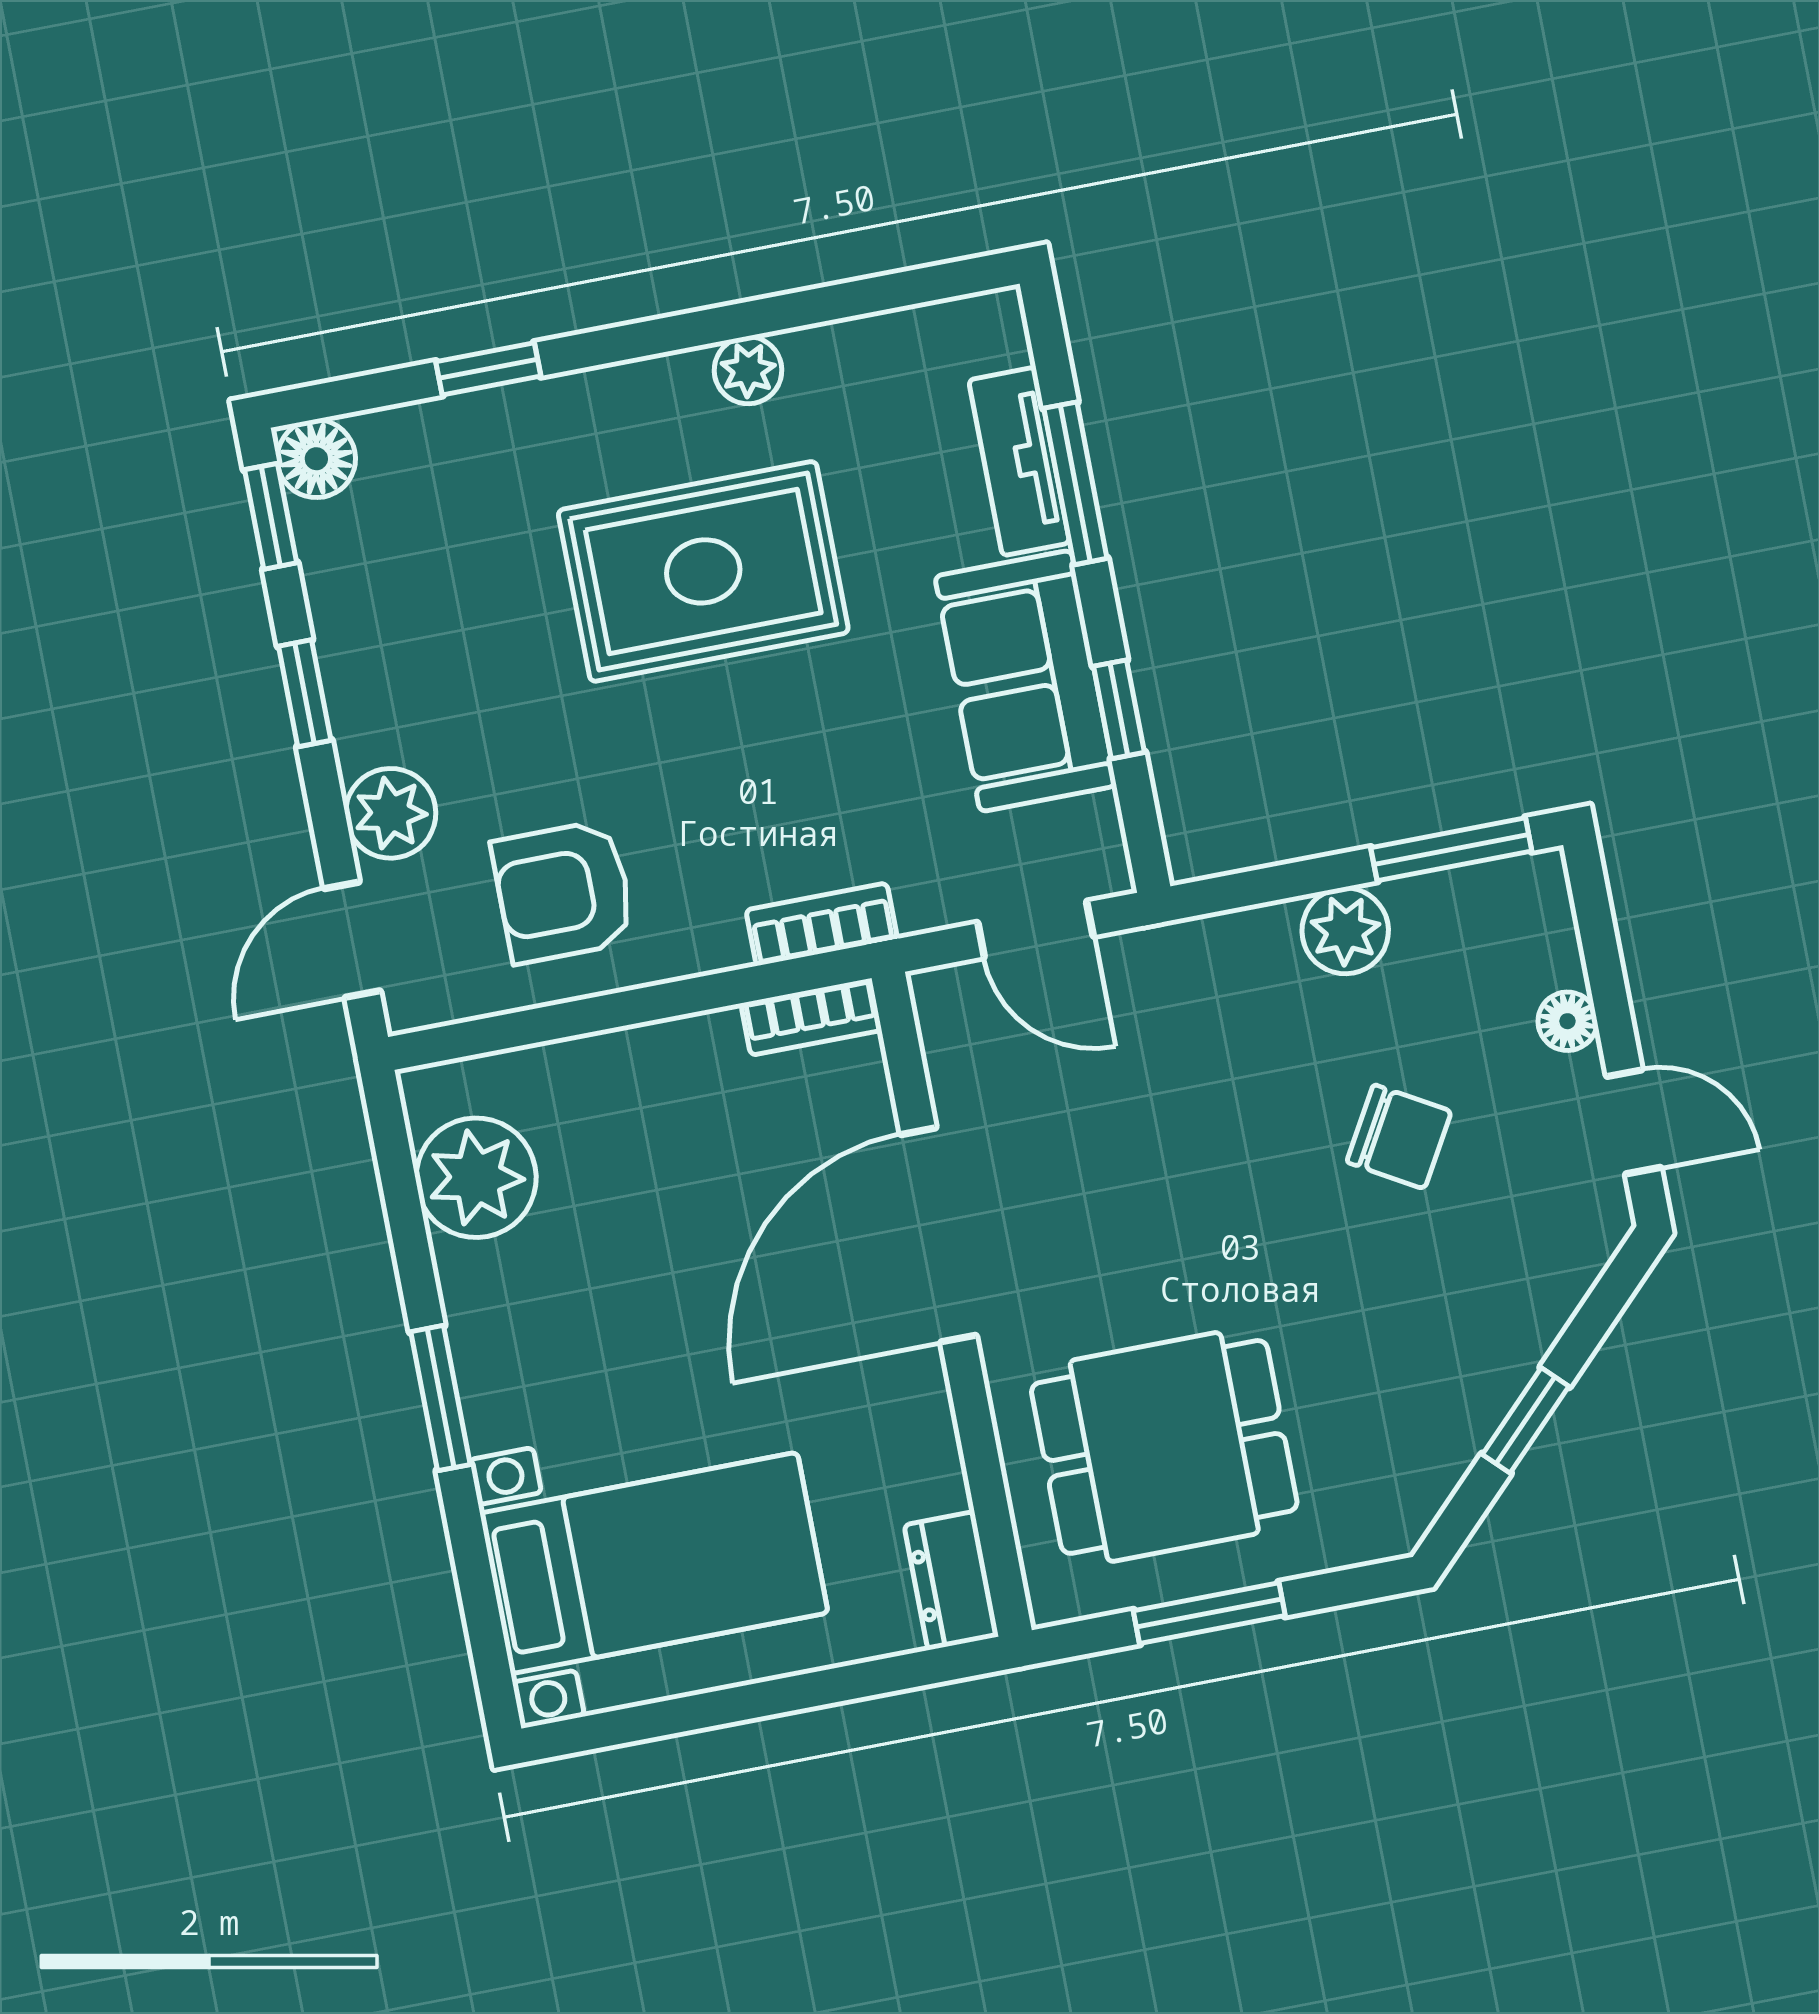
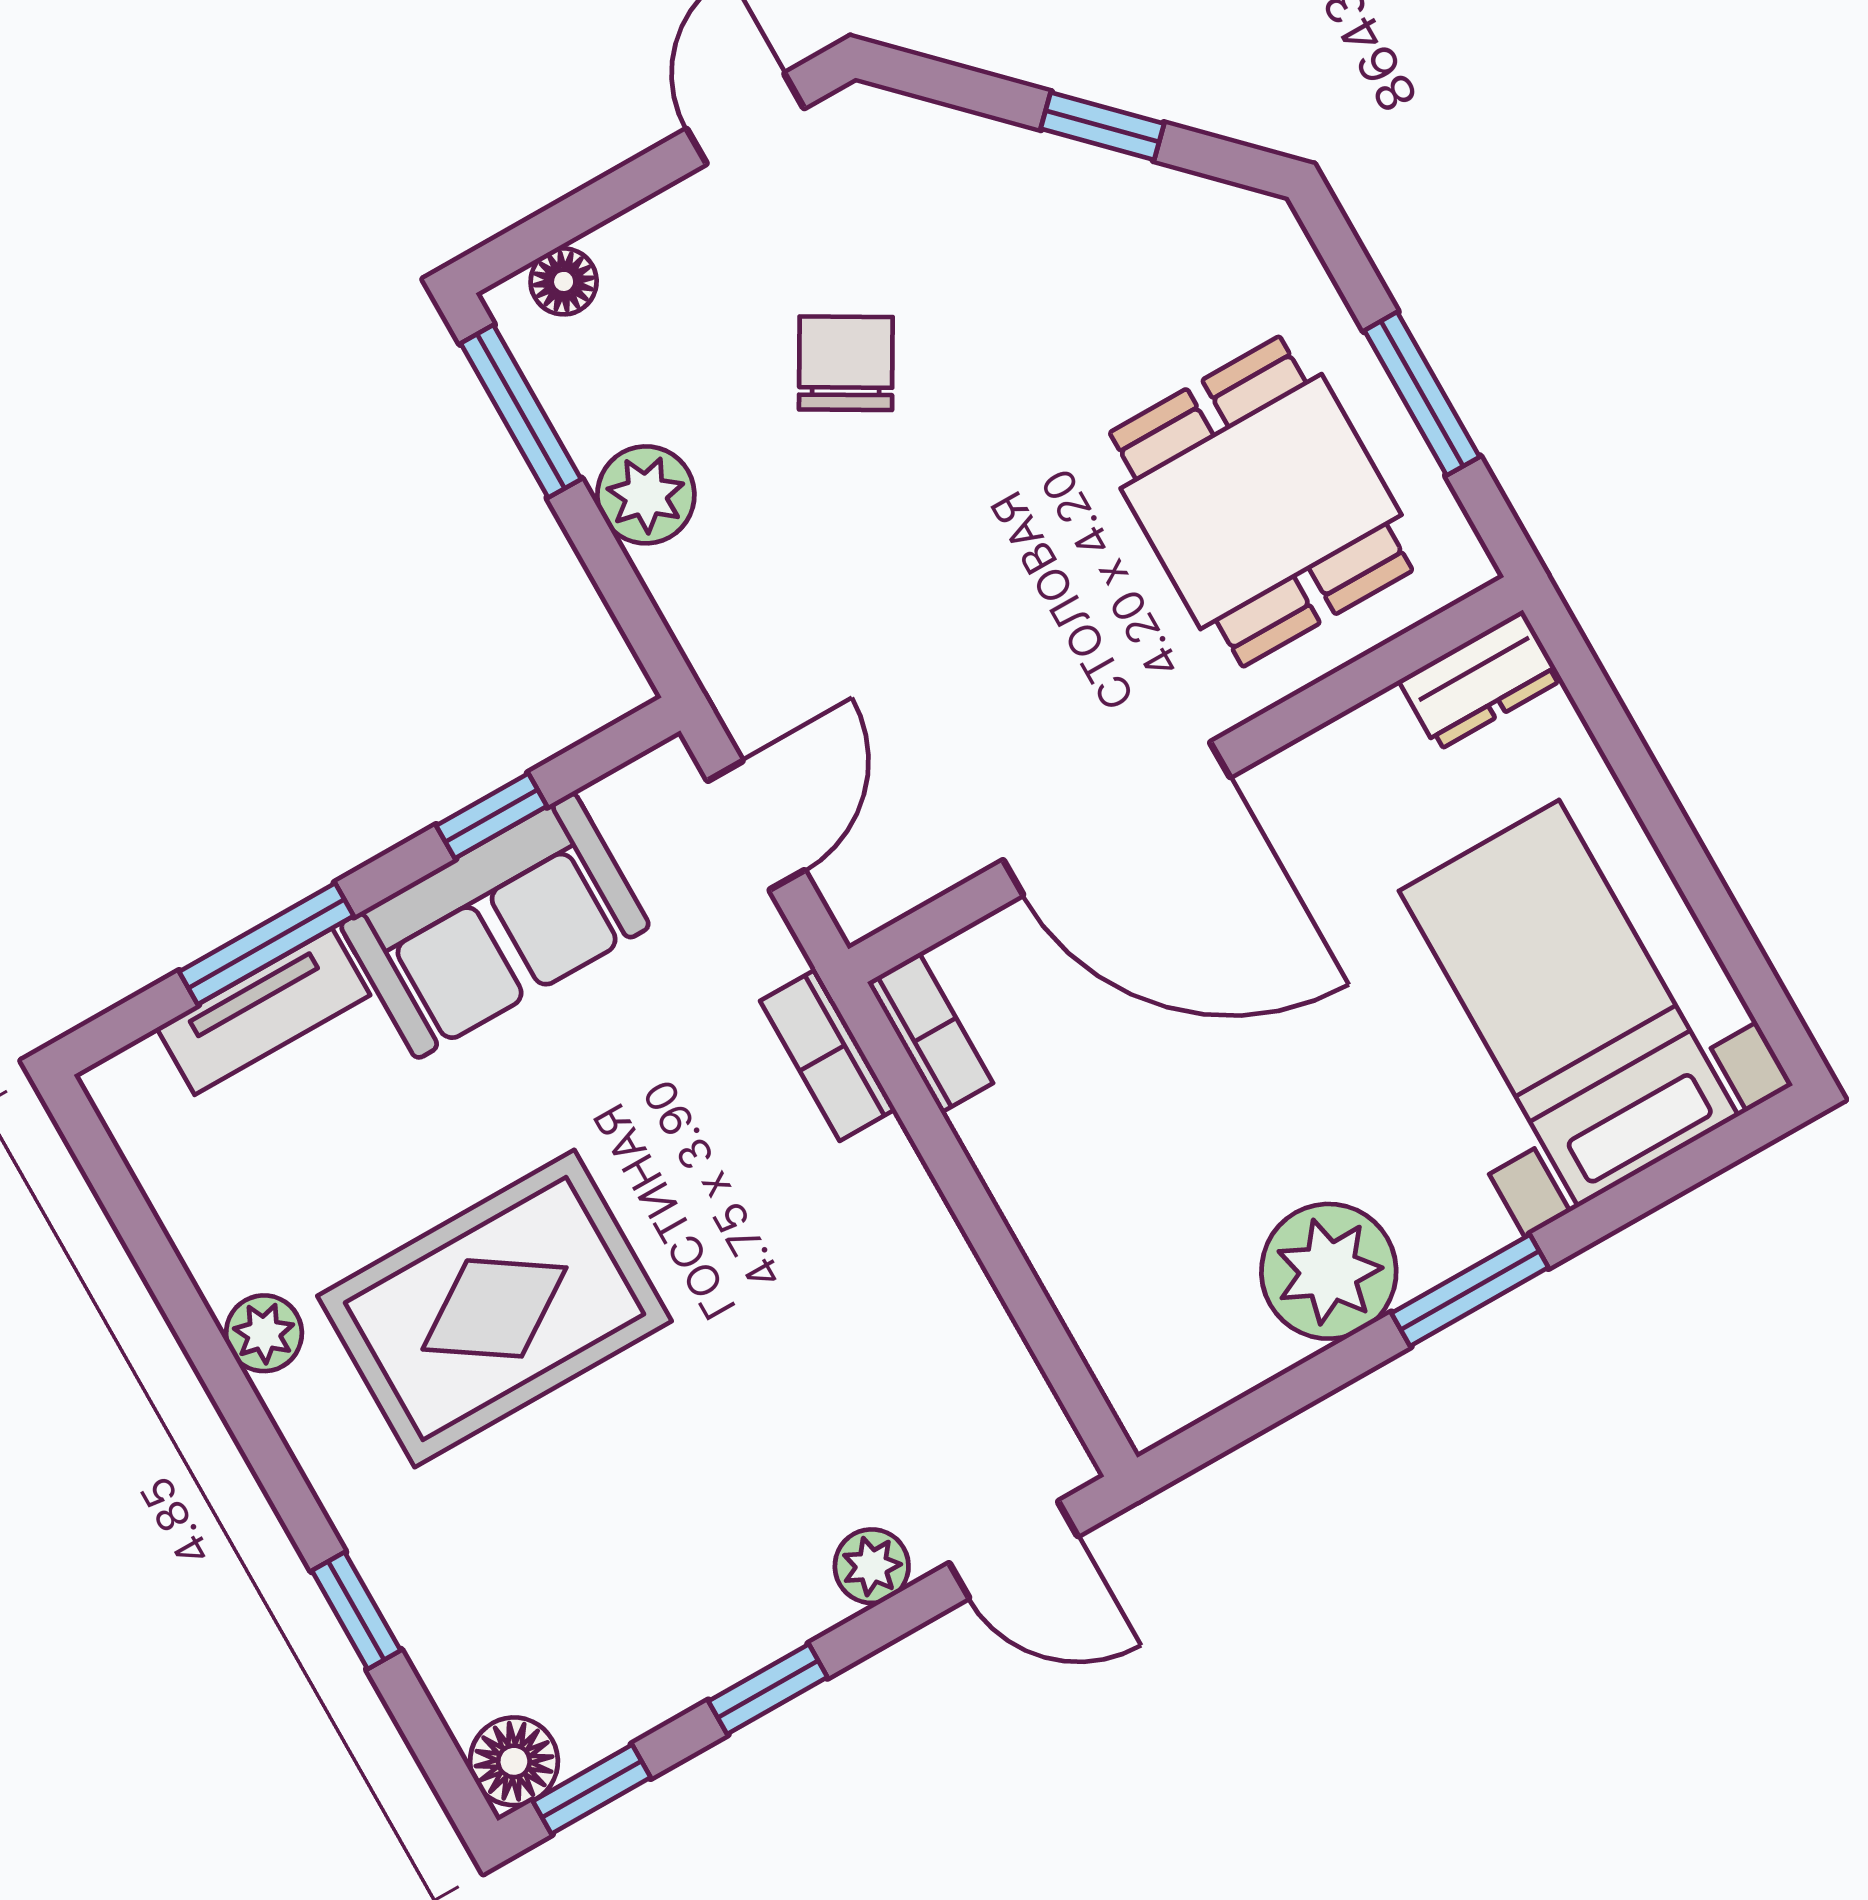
rug: (703, 571) -> (494, 1308), turned 90
plant: (391, 813) -> (872, 1566), width x0.73, depth x0.73
armchair: (563, 892) -> (886, 1342), removed
floor lamp: (1567, 1021) -> (564, 281), moved
plant: (476, 1178) -> (1329, 1271), moved

